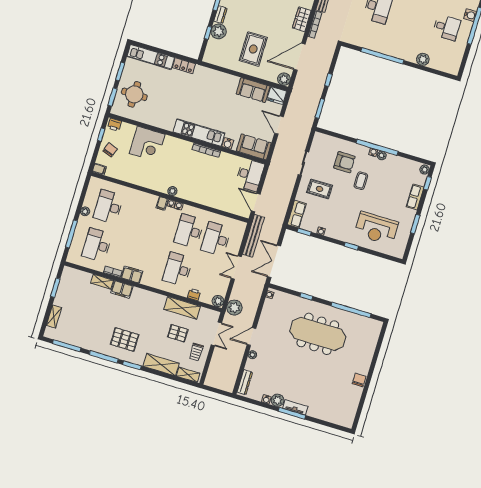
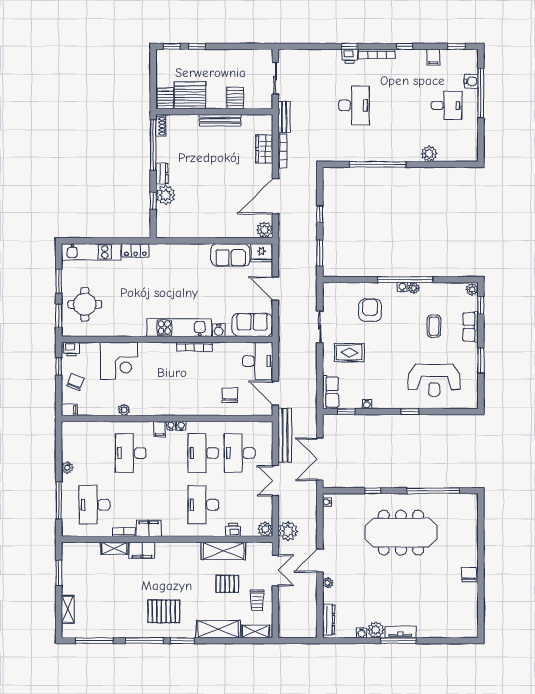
rug: (253, 49) -> (215, 204), removed
armchair: (344, 162) -> (370, 310), turned -90
coffee table: (361, 181) -> (434, 326), moved
plant: (172, 191) -> (124, 410), moved
chair: (222, 194) -> (230, 395), added
desk: (108, 207) -> (131, 453), moved

